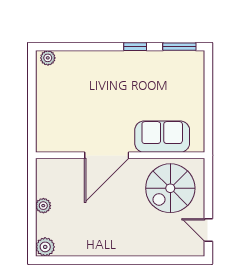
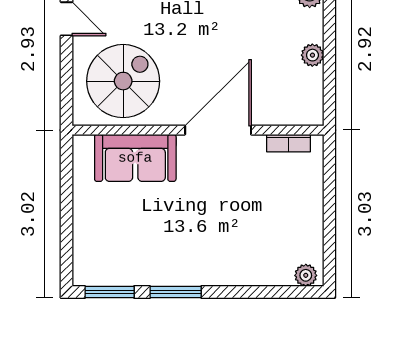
window: (135, 47) -> (176, 292), width x1.50
bookcase: (59, 147) -> (288, 143), added

